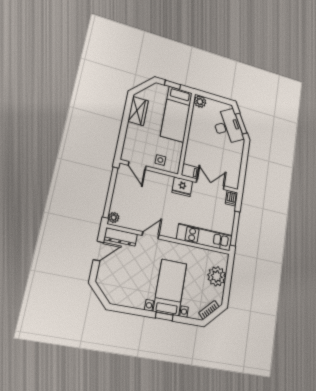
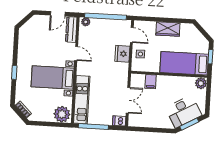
wardrobe: (138, 111) -> (168, 29), moved
door: (137, 166) -> (132, 35), swing flipped
filing cabinet: (190, 171) -> (151, 82), moved
fridge: (182, 187) -> (122, 54), moved
door: (98, 251) -> (58, 14), hinge flipped
plant: (217, 276) -> (62, 114), moved
bed with nightstands: (170, 287) -> (53, 77), moved, turned 180

